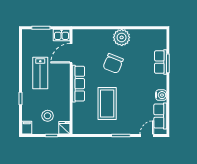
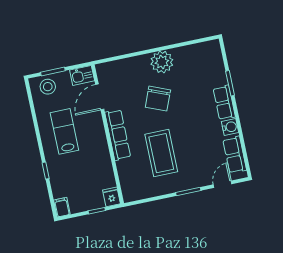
row of seats: (161, 62) -> (224, 103), moved
lab bench: (40, 73) -> (64, 131), turned 180
stool: (48, 116) -> (48, 87), moved

